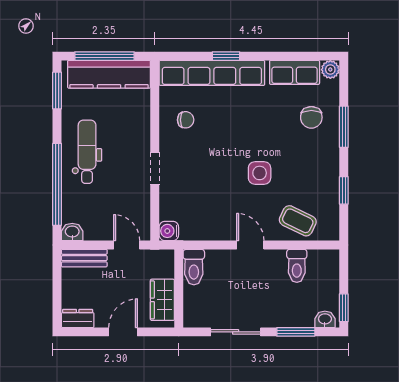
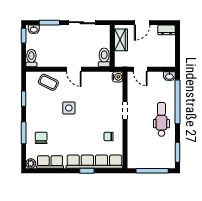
kitchen counter: (109, 74) -> (150, 161), removed
dental chair: (87, 152) -> (161, 119), turned 180
bench: (84, 258) -> (163, 62), removed
toilet: (297, 266) -> (31, 58), moved

